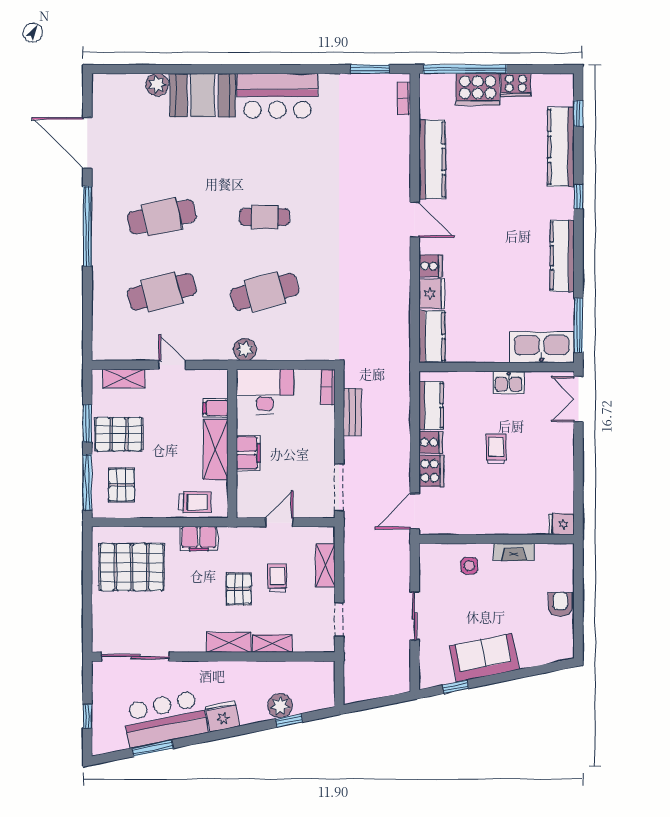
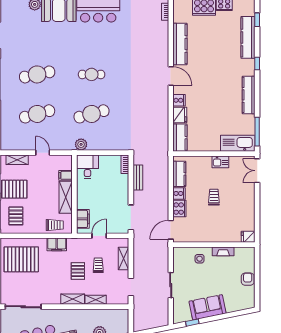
desk: (265, 392) -> (87, 167), width x0.73
filing cabinet: (248, 453) -> (83, 219), moved

